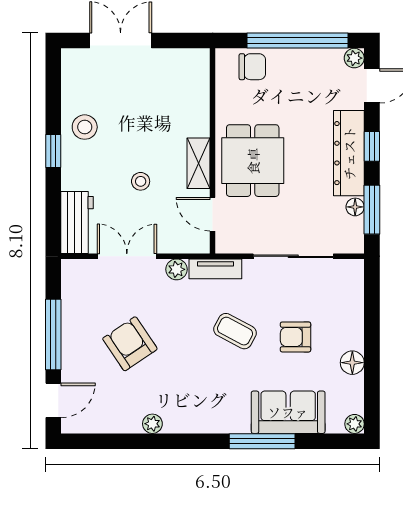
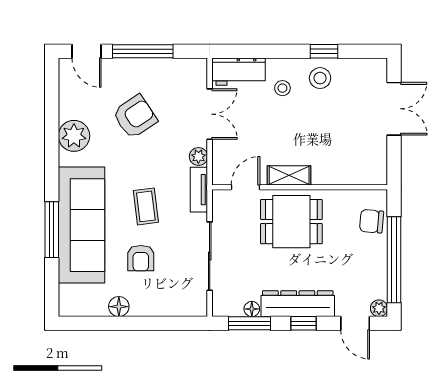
chair: (252, 67) -> (372, 221), turned 95
window: (53, 151) -> (324, 51), moved
stool: (141, 181) -> (282, 88), moved
coffee table: (235, 331) -> (146, 206), turned -35
armchair: (296, 337) -> (141, 258), turned 180
sofa: (288, 412) -> (81, 225), width x1.85, depth x1.27
plant: (152, 424) -> (74, 136), width x1.88, depth x1.88
plant: (355, 424) -> (67, 308), removed

